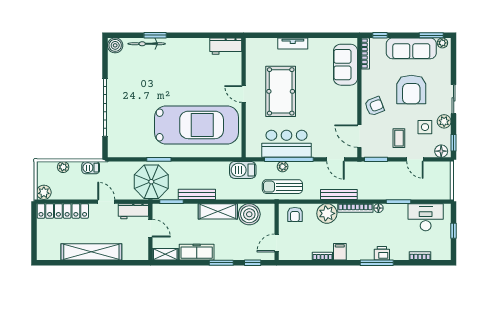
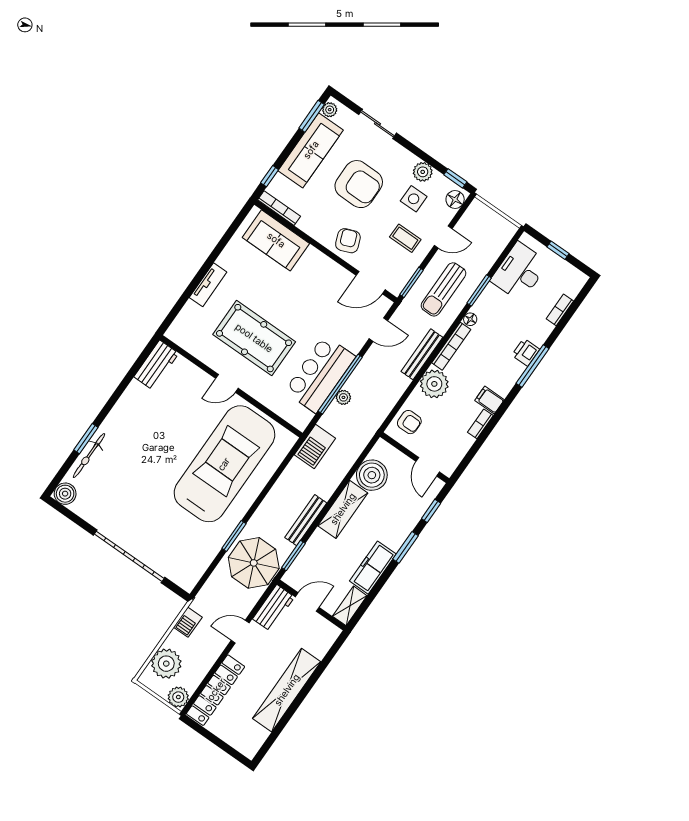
sliding door: (454, 99) -> (377, 124), moved
plant: (63, 167) -> (166, 664), width x1.87, depth x1.87
sun lounger: (282, 187) -> (443, 289), moved

